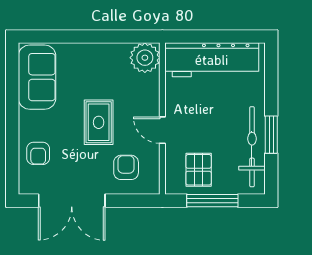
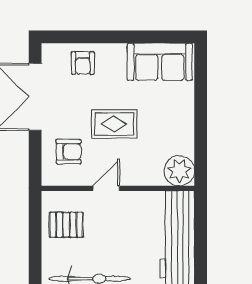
armchair: (38, 153) -> (83, 63), turned -90
window: (212, 201) -> (35, 239), removed

